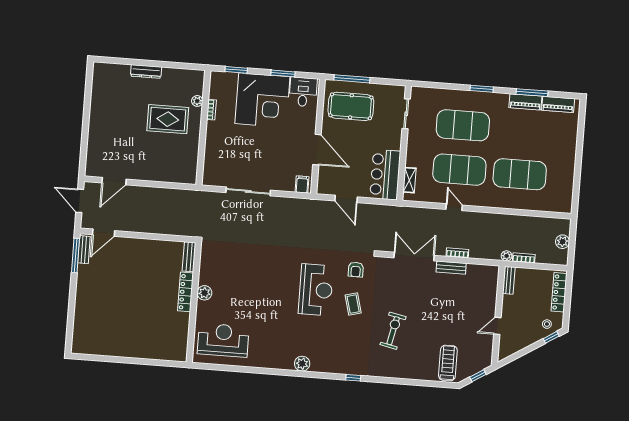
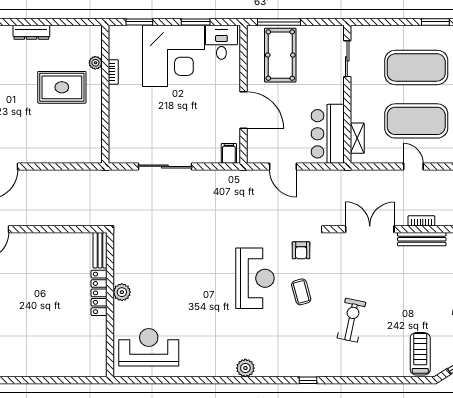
pool table: (351, 106) -> (280, 55), turned 90
bench: (451, 268) -> (422, 239), width x1.36

